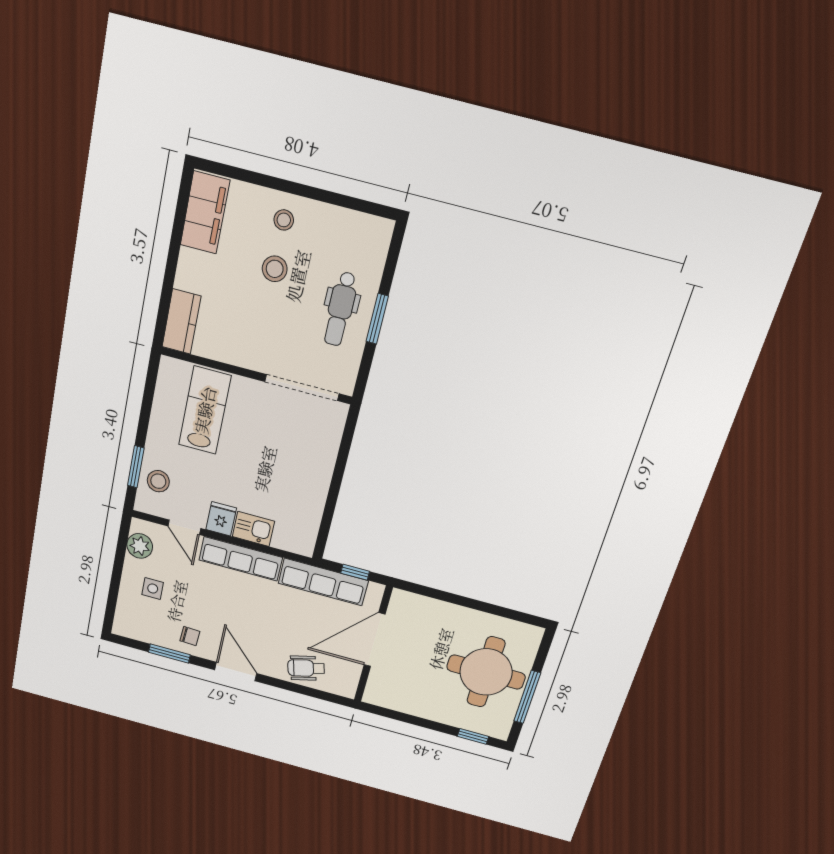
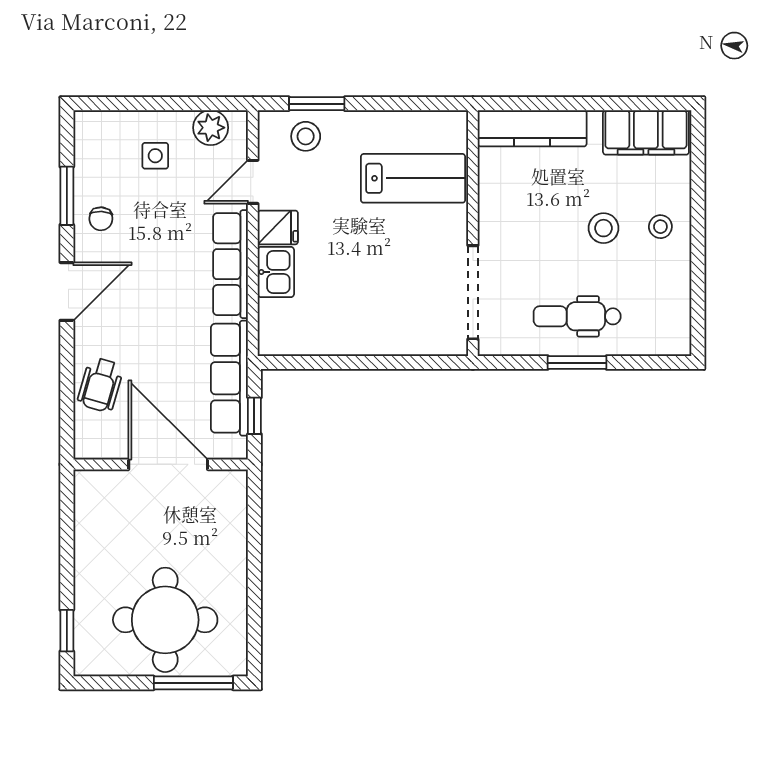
kitchen counter: (181, 322) -> (532, 128), width x1.50
wheelchair: (306, 668) -> (100, 385), turned -149
window: (527, 697) -> (193, 683), moved

